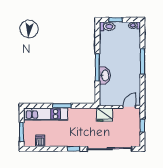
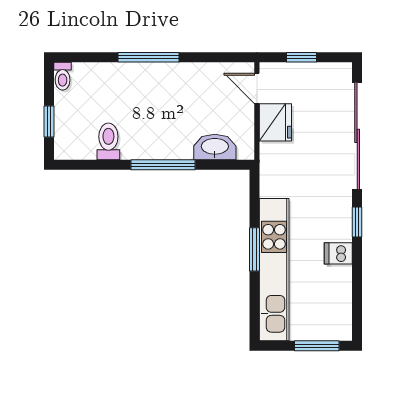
toilet: (107, 26) -> (108, 141), moved
washbasin: (105, 75) -> (215, 147), moved
kitchen unit: (45, 114) -> (274, 270), width x1.36
fridge: (105, 115) -> (275, 122), moved
dishwasher: (40, 141) -> (338, 253), moved

